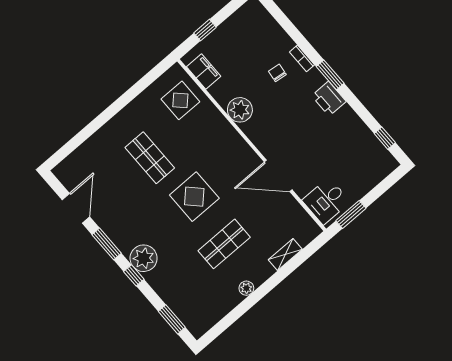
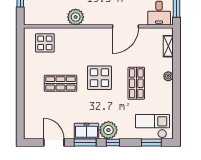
filing cabinet: (204, 71) -> (40, 19), removed
freezer: (121, 234) -> (86, 131), added
shelving: (285, 255) -> (168, 46), moved
plant: (246, 288) -> (168, 76), moved
checkout: (191, 304) -> (152, 126), added

